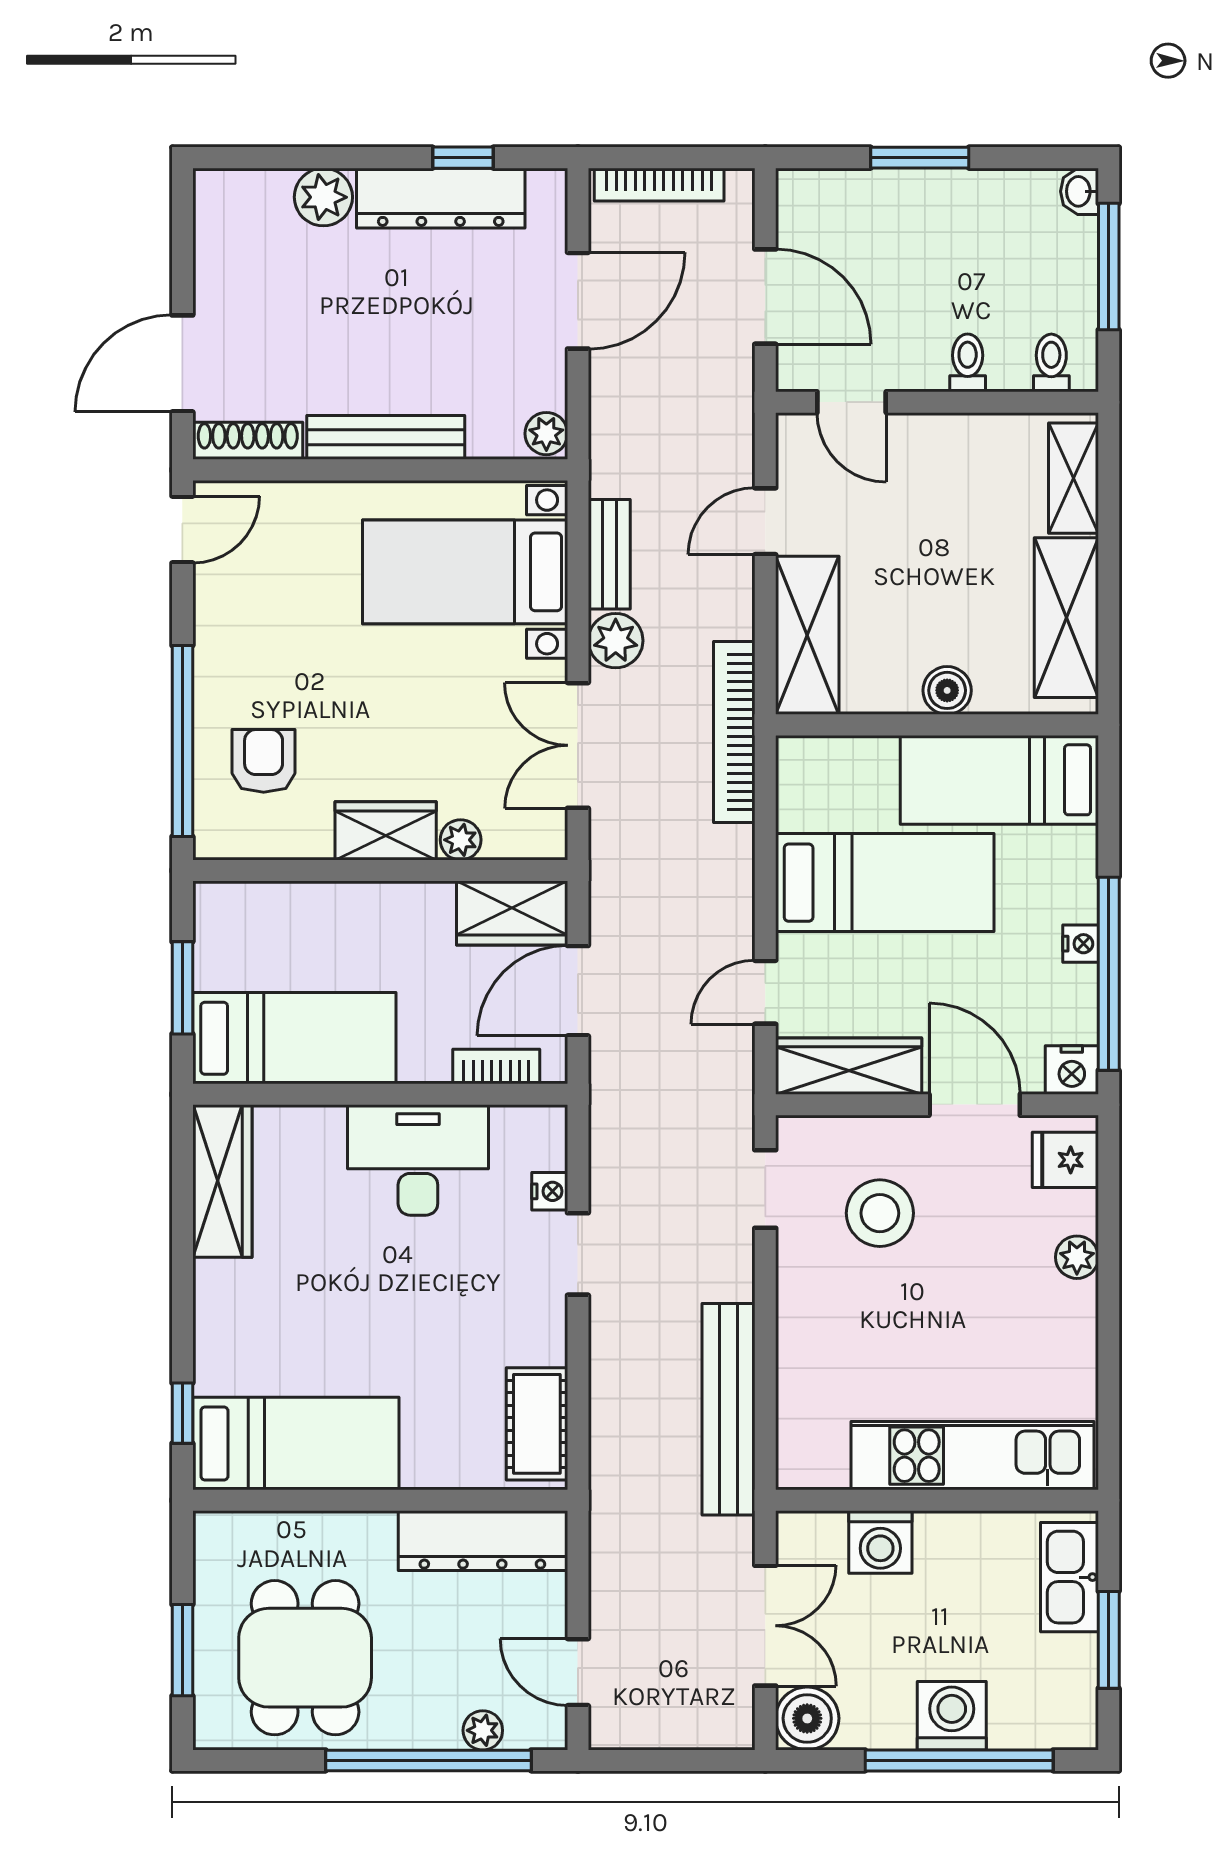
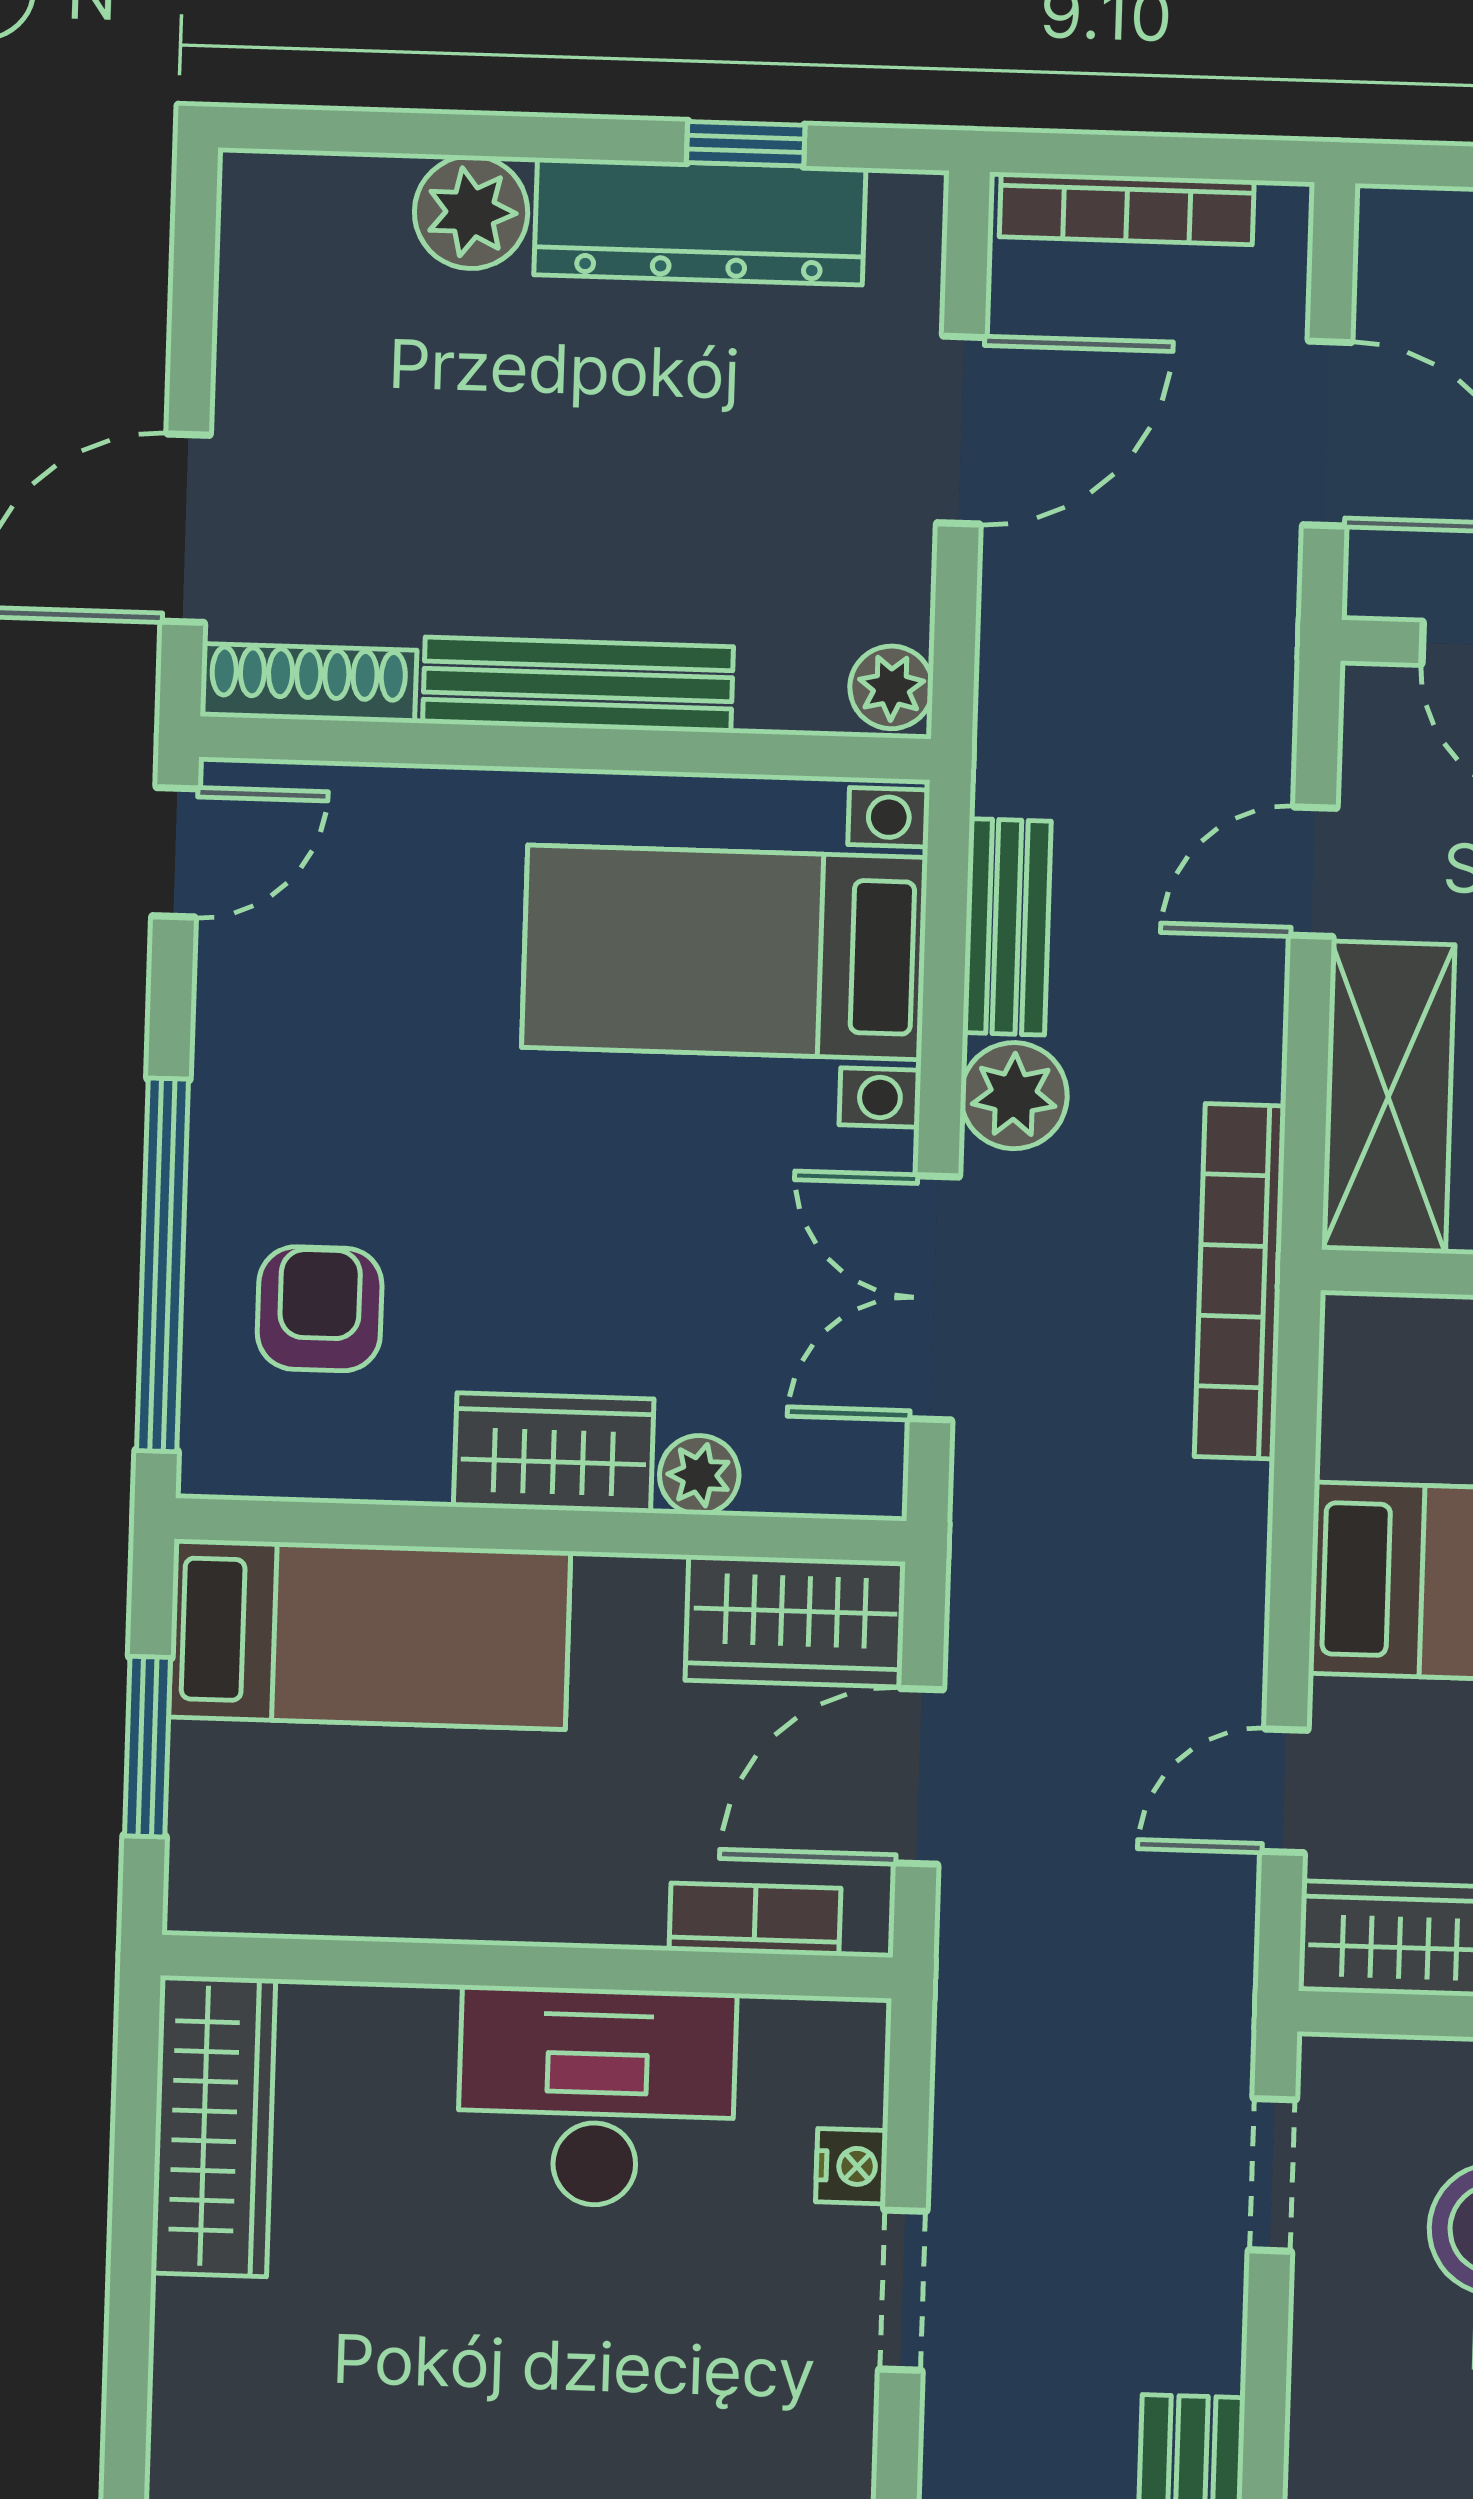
bed: (294, 1038) -> (370, 1634), moved

